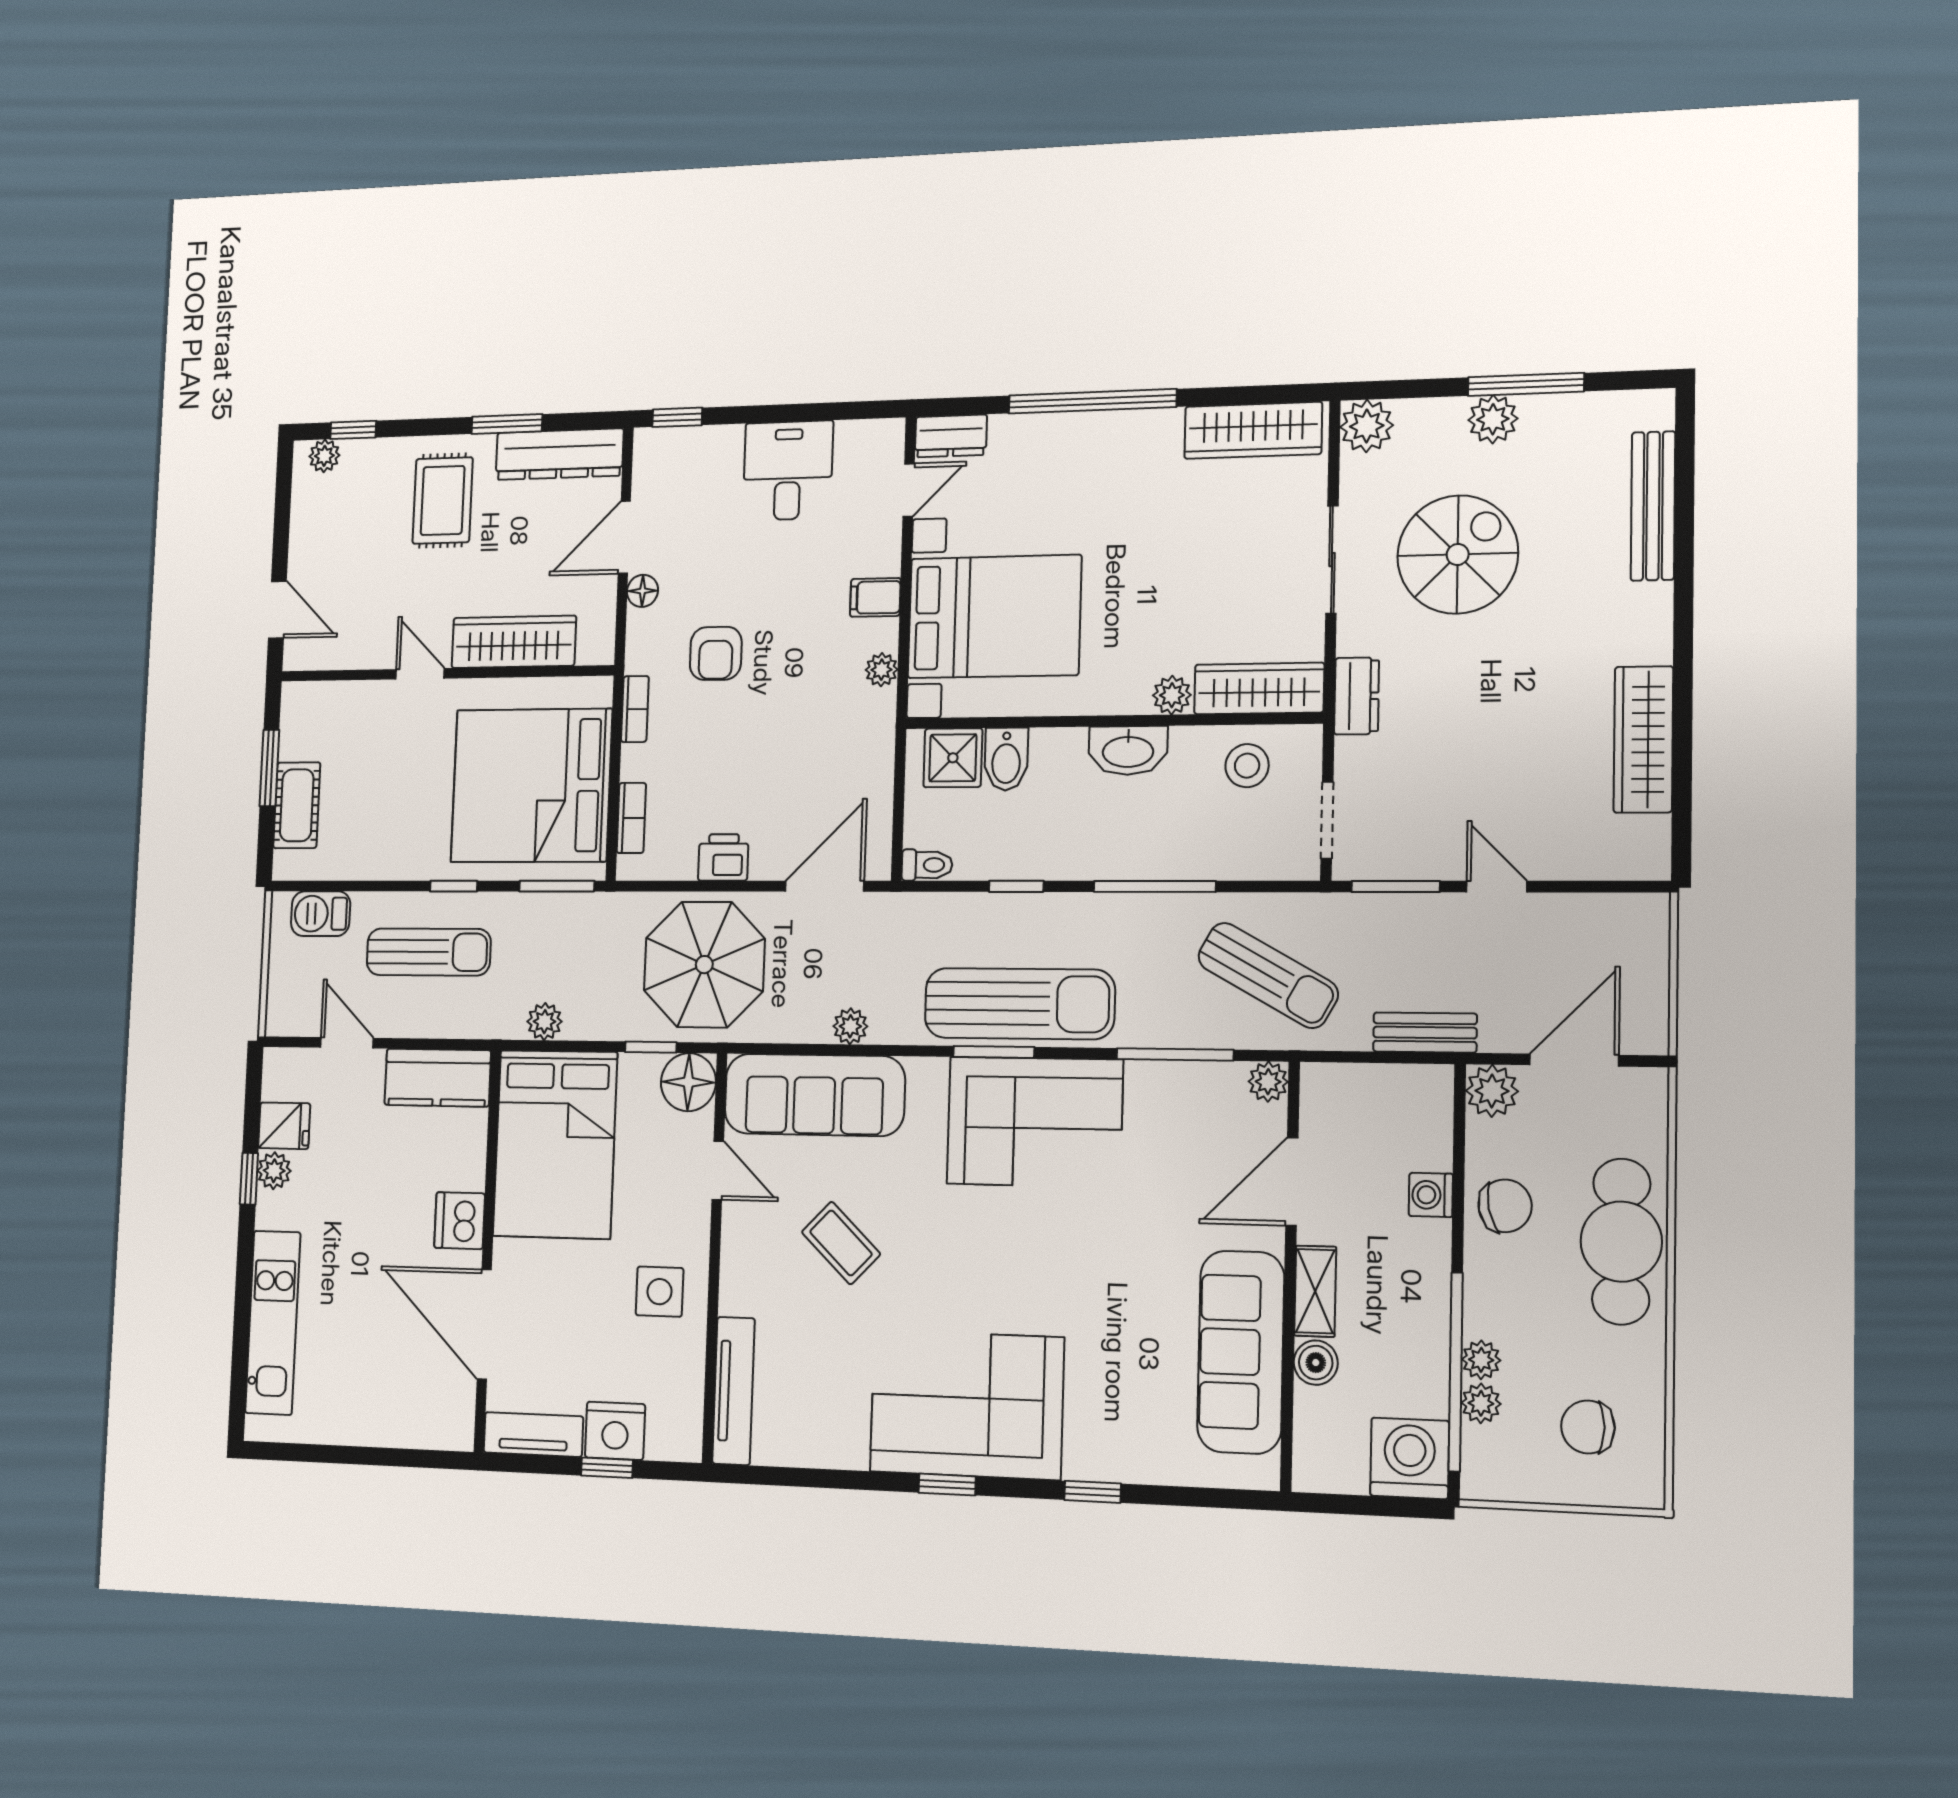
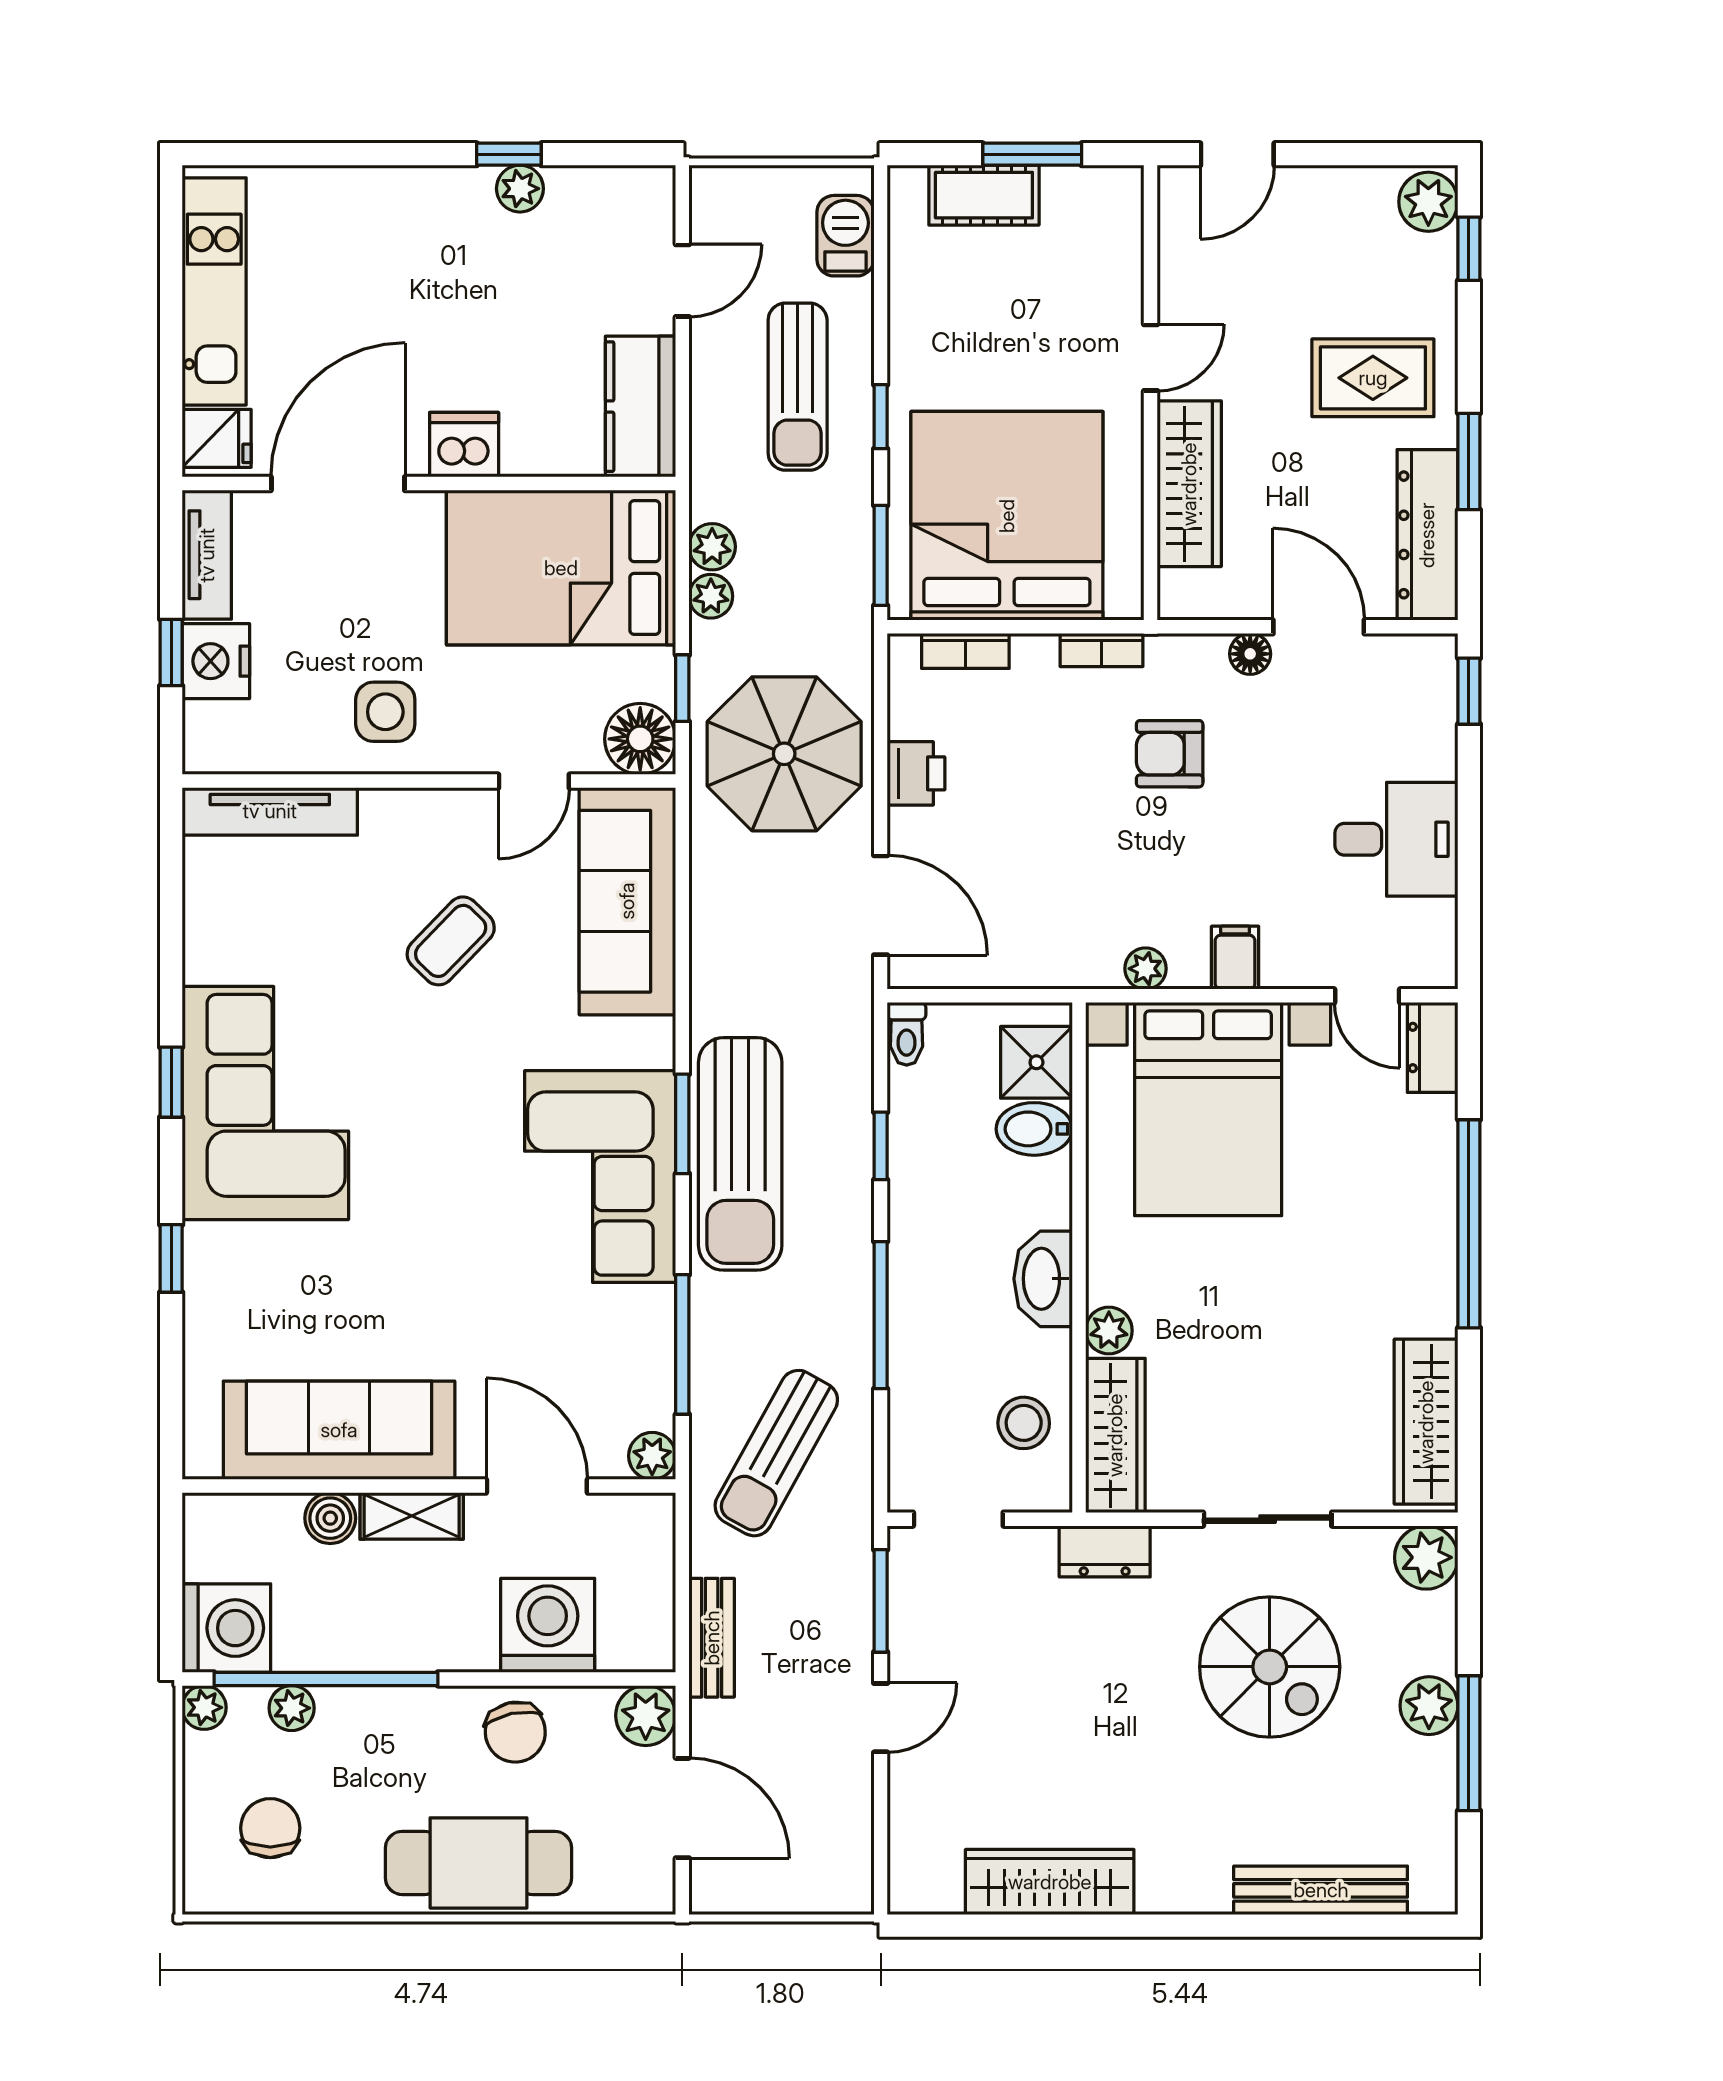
plant: (324, 456) -> (1428, 202), width x1.38, depth x1.38
plant: (850, 1026) -> (711, 596), moved
fridge: (284, 1126) -> (217, 438), moved, turned -90
washing machine: (1431, 1195) -> (548, 1625), width x1.89, depth x1.89
kitchen unit: (273, 1323) -> (214, 291), moved, turned -90
plant: (1481, 1360) -> (204, 1707), moved

